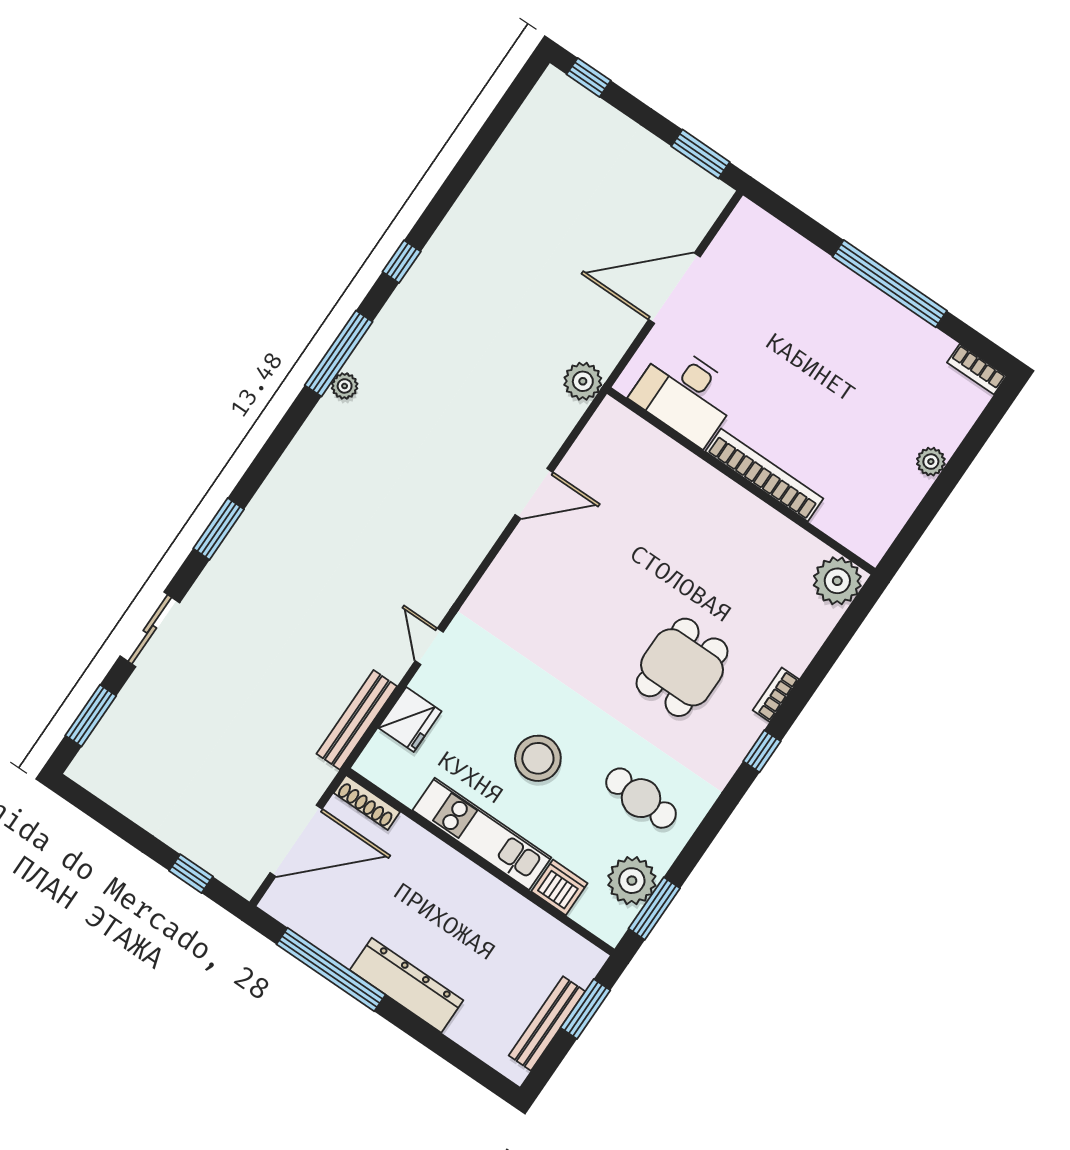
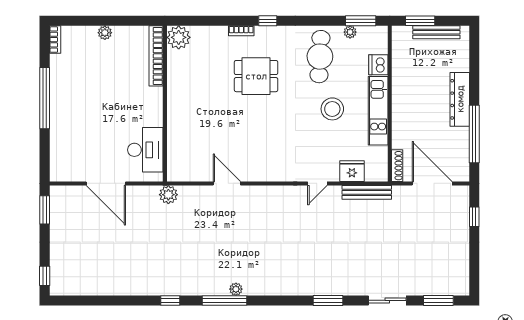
bookcase: (764, 475) -> (156, 56), moved
cafe table: (641, 798) -> (320, 57), width x1.37, depth x1.35
plant: (632, 881) -> (350, 32), width x0.53, depth x0.53

